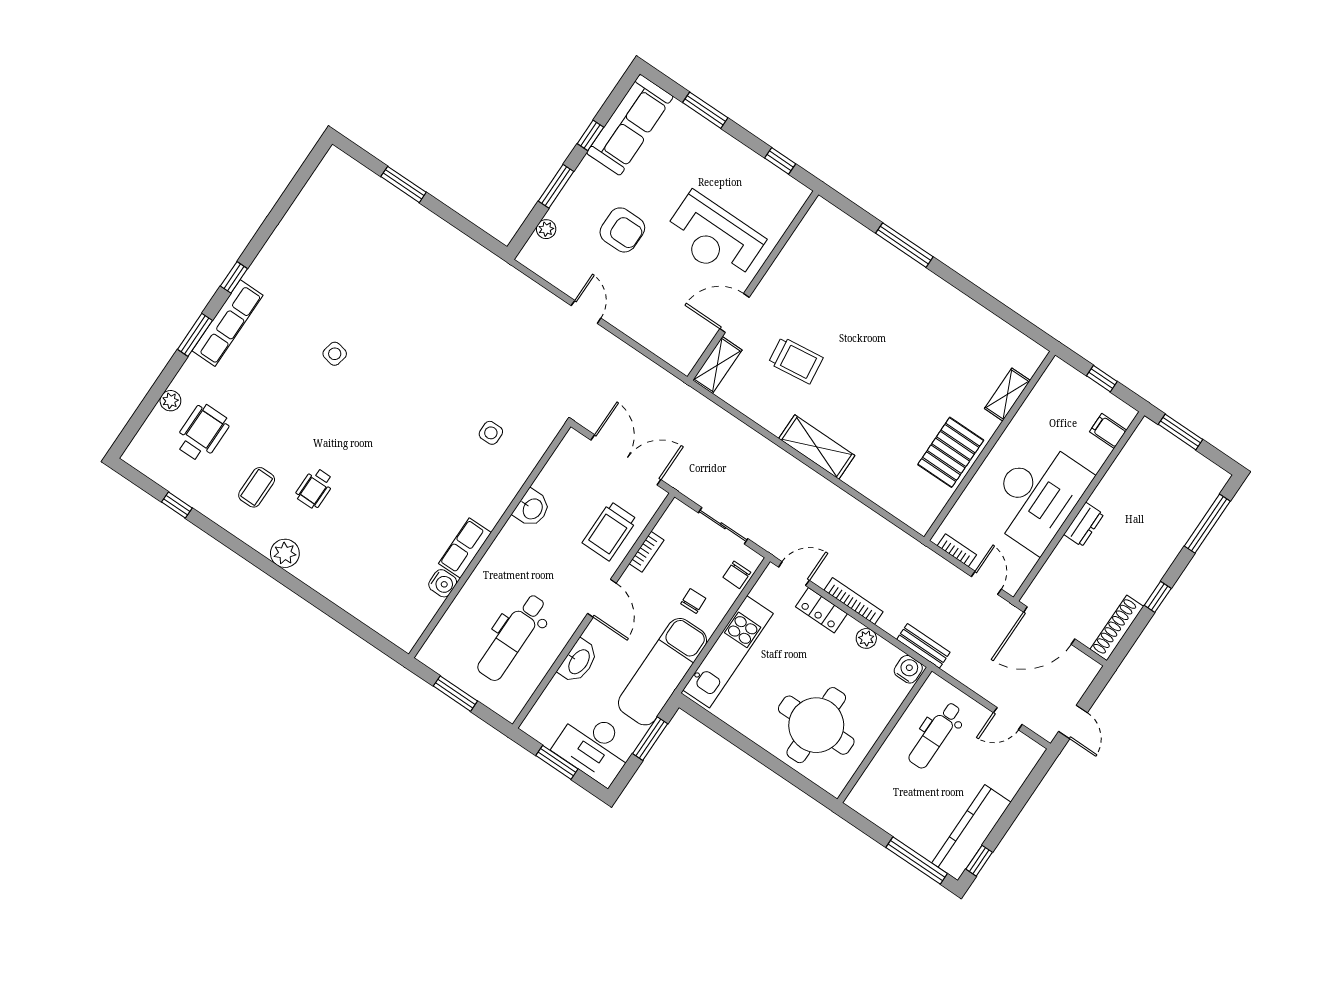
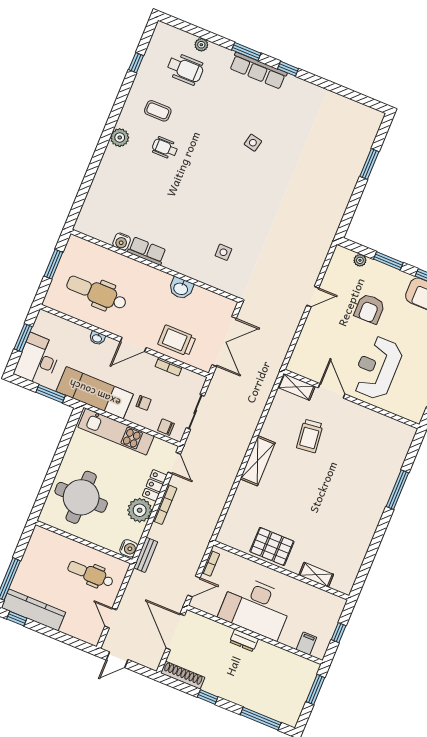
plant: (866, 638) -> (140, 510), width x1.87, depth x1.87
washbasin: (578, 661) -> (97, 338), width x0.52, depth x0.69

